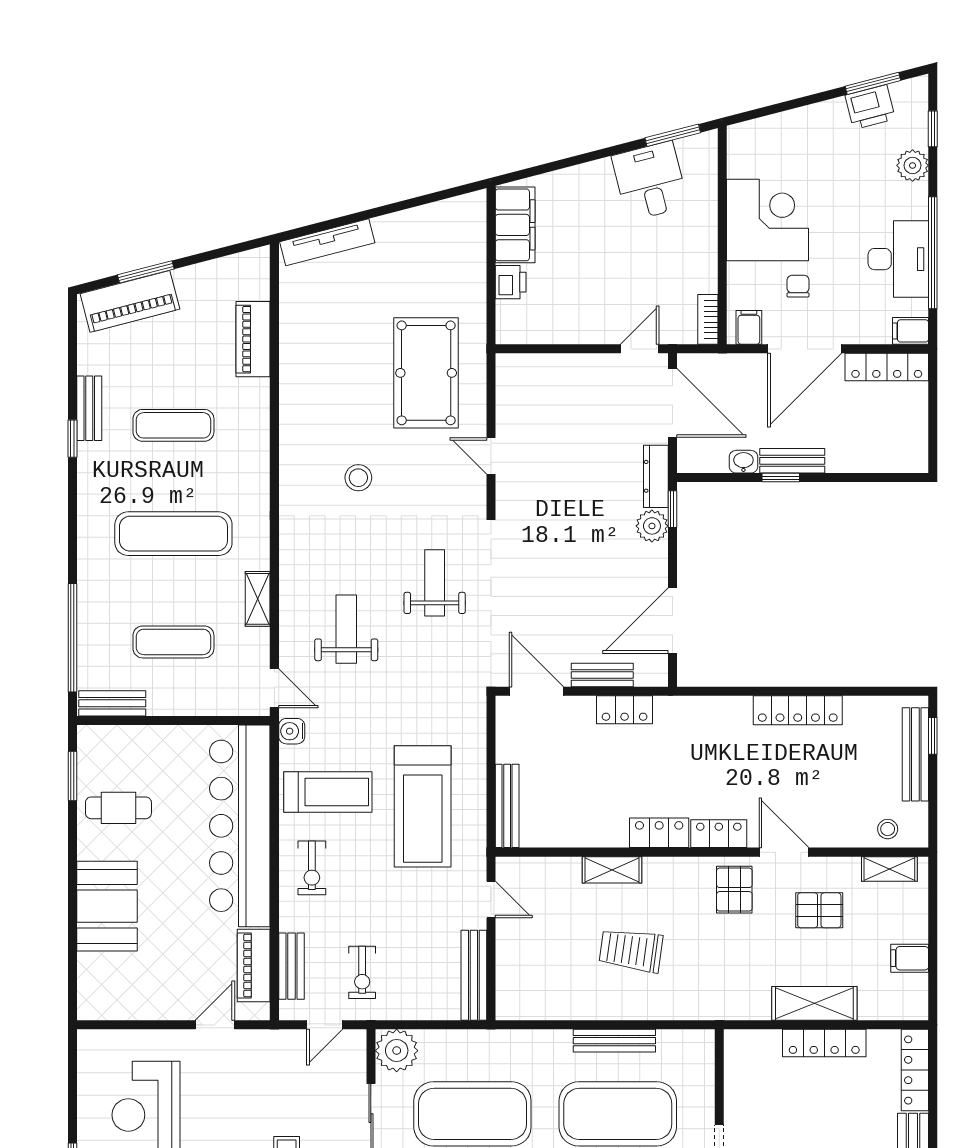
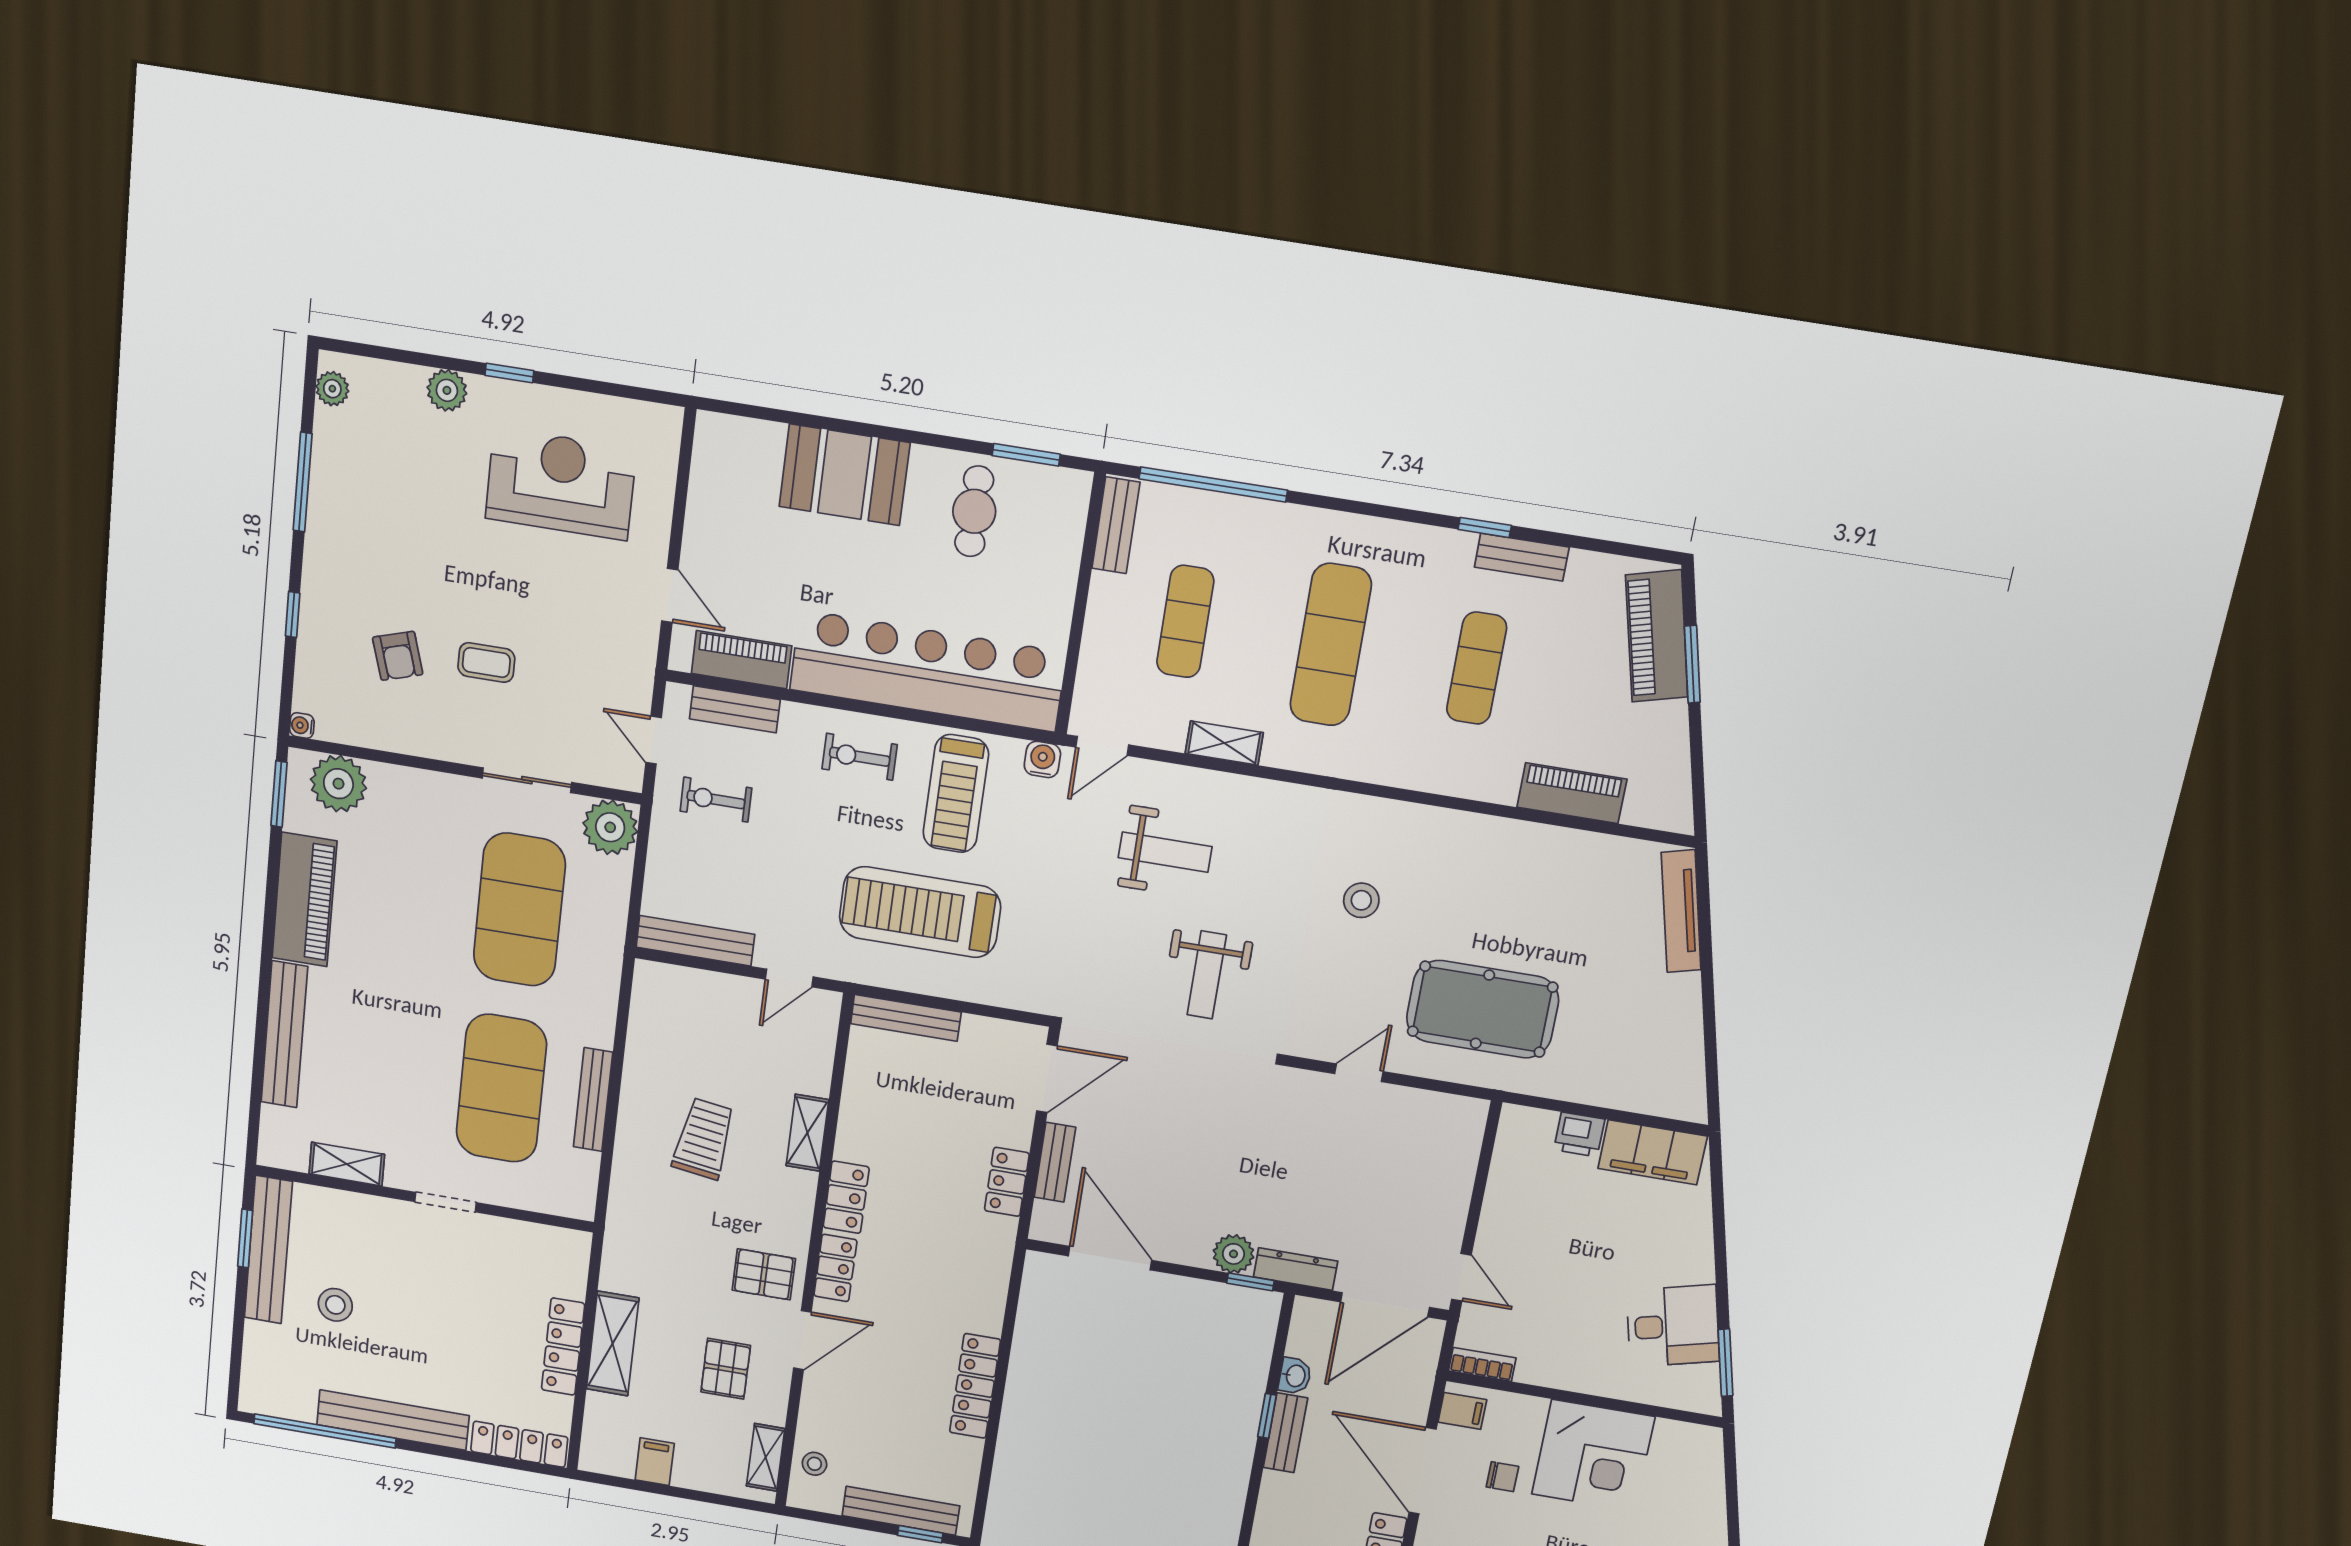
weight bench: (435, 583) -> (1207, 975), turned 90

